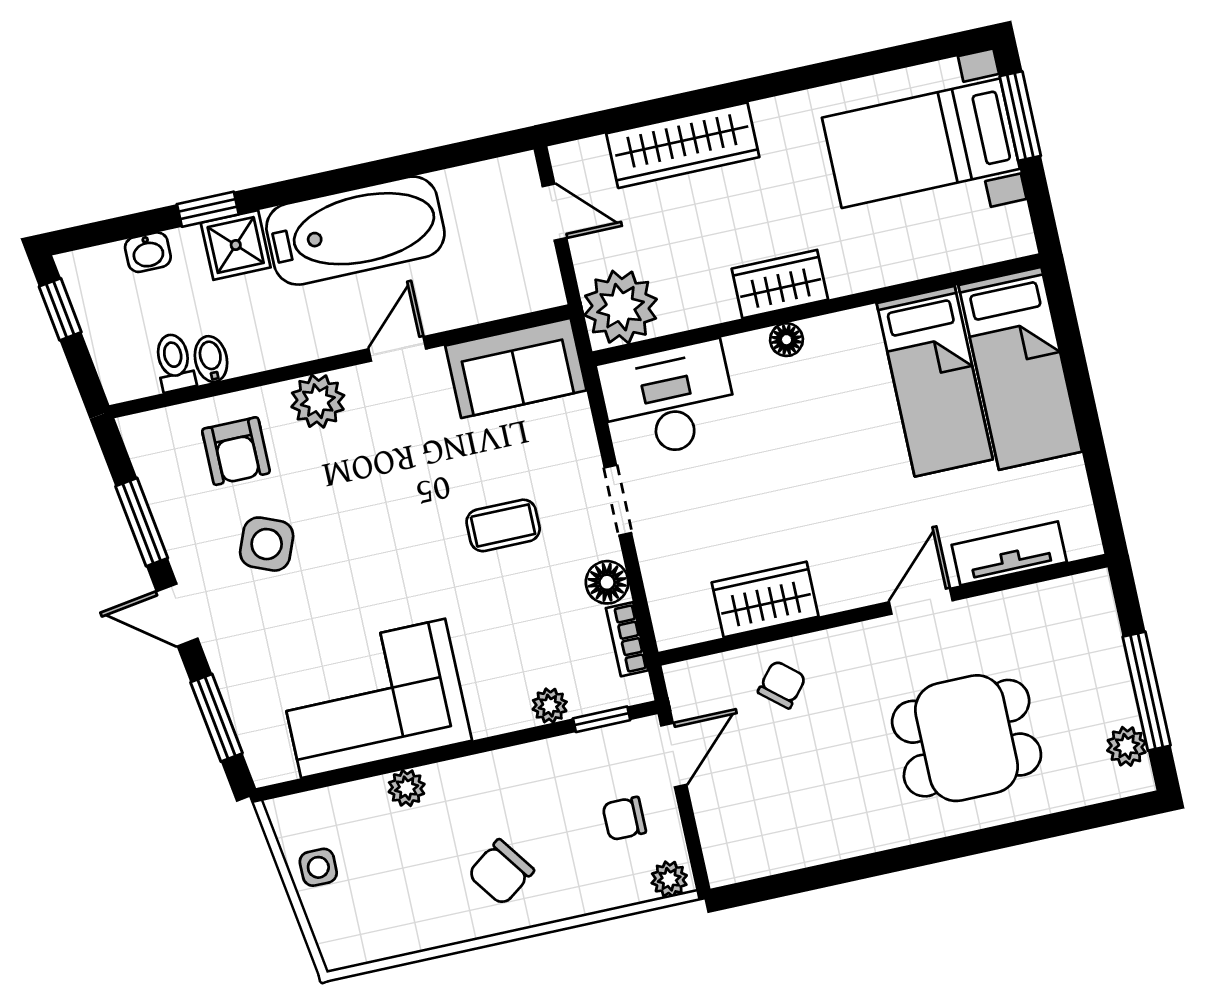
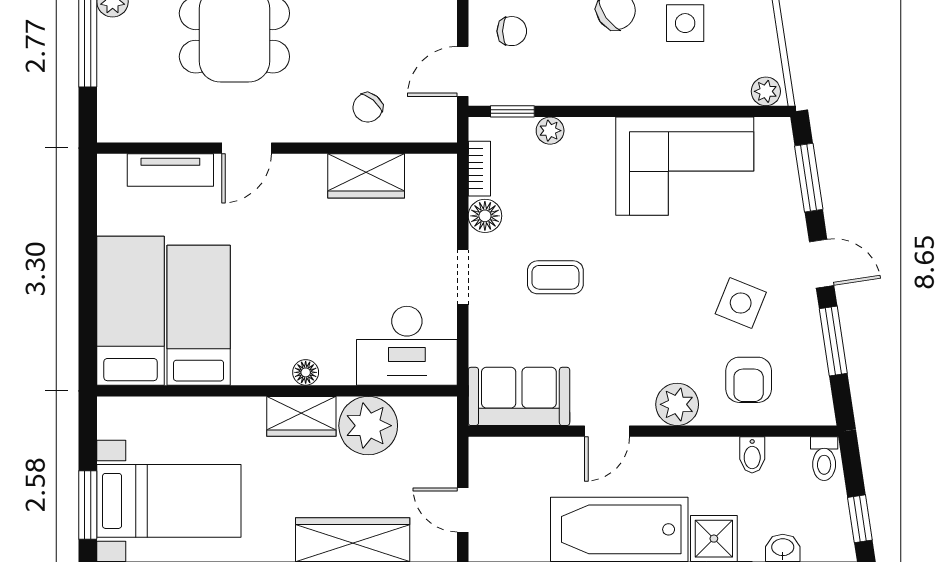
plant: (621, 307) -> (368, 426), moved
toilet: (174, 362) -> (824, 459), moved
armchair: (236, 451) -> (749, 380), turned 180
plant: (407, 788) -> (766, 91), moved
side table: (318, 867) -> (685, 23), moved, width x1.37, depth x1.37

